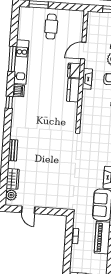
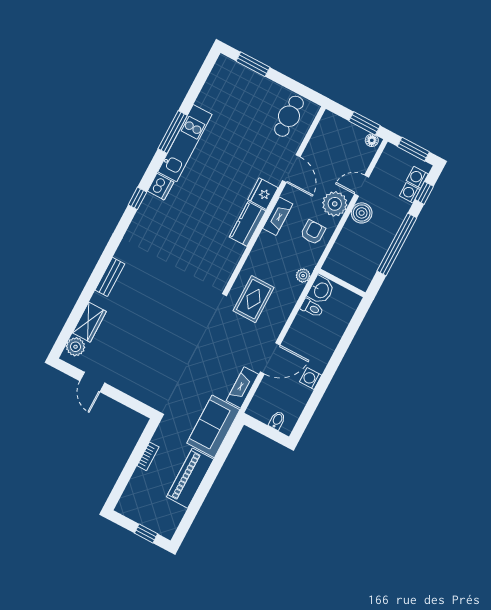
cafe table: (51, 27) -> (289, 116), moved
door: (83, 51) -> (291, 169), swing flipped
rug: (94, 128) -> (254, 299), added

